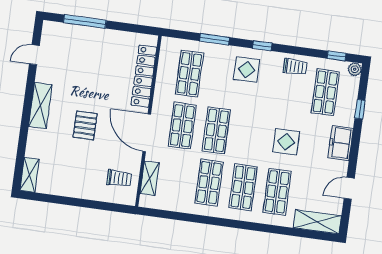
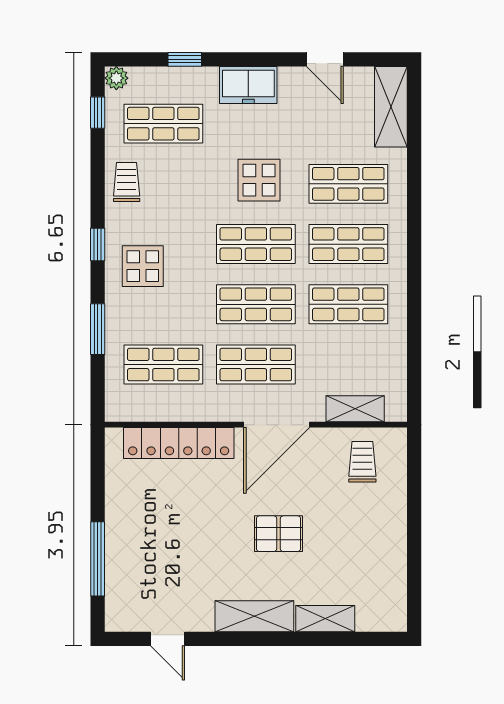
shop shelf: (250, 135) -> (256, 244), added
shelving: (30, 175) -> (325, 619), moved

